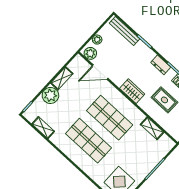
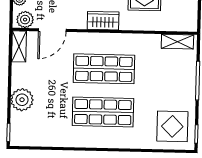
shelving: (62, 78) -> (19, 46), moved
shelving: (43, 128) -> (44, 140), removed
shelving: (152, 128) -> (177, 42), moved

